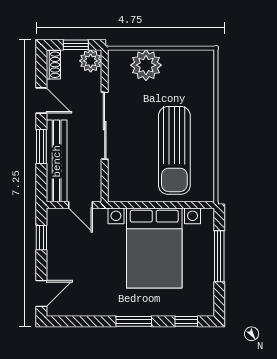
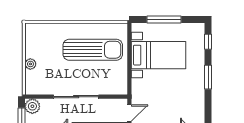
plant: (146, 65) -> (30, 64), width x0.53, depth x0.53
bed with nightstands: (154, 248) -> (158, 55), width x0.73

